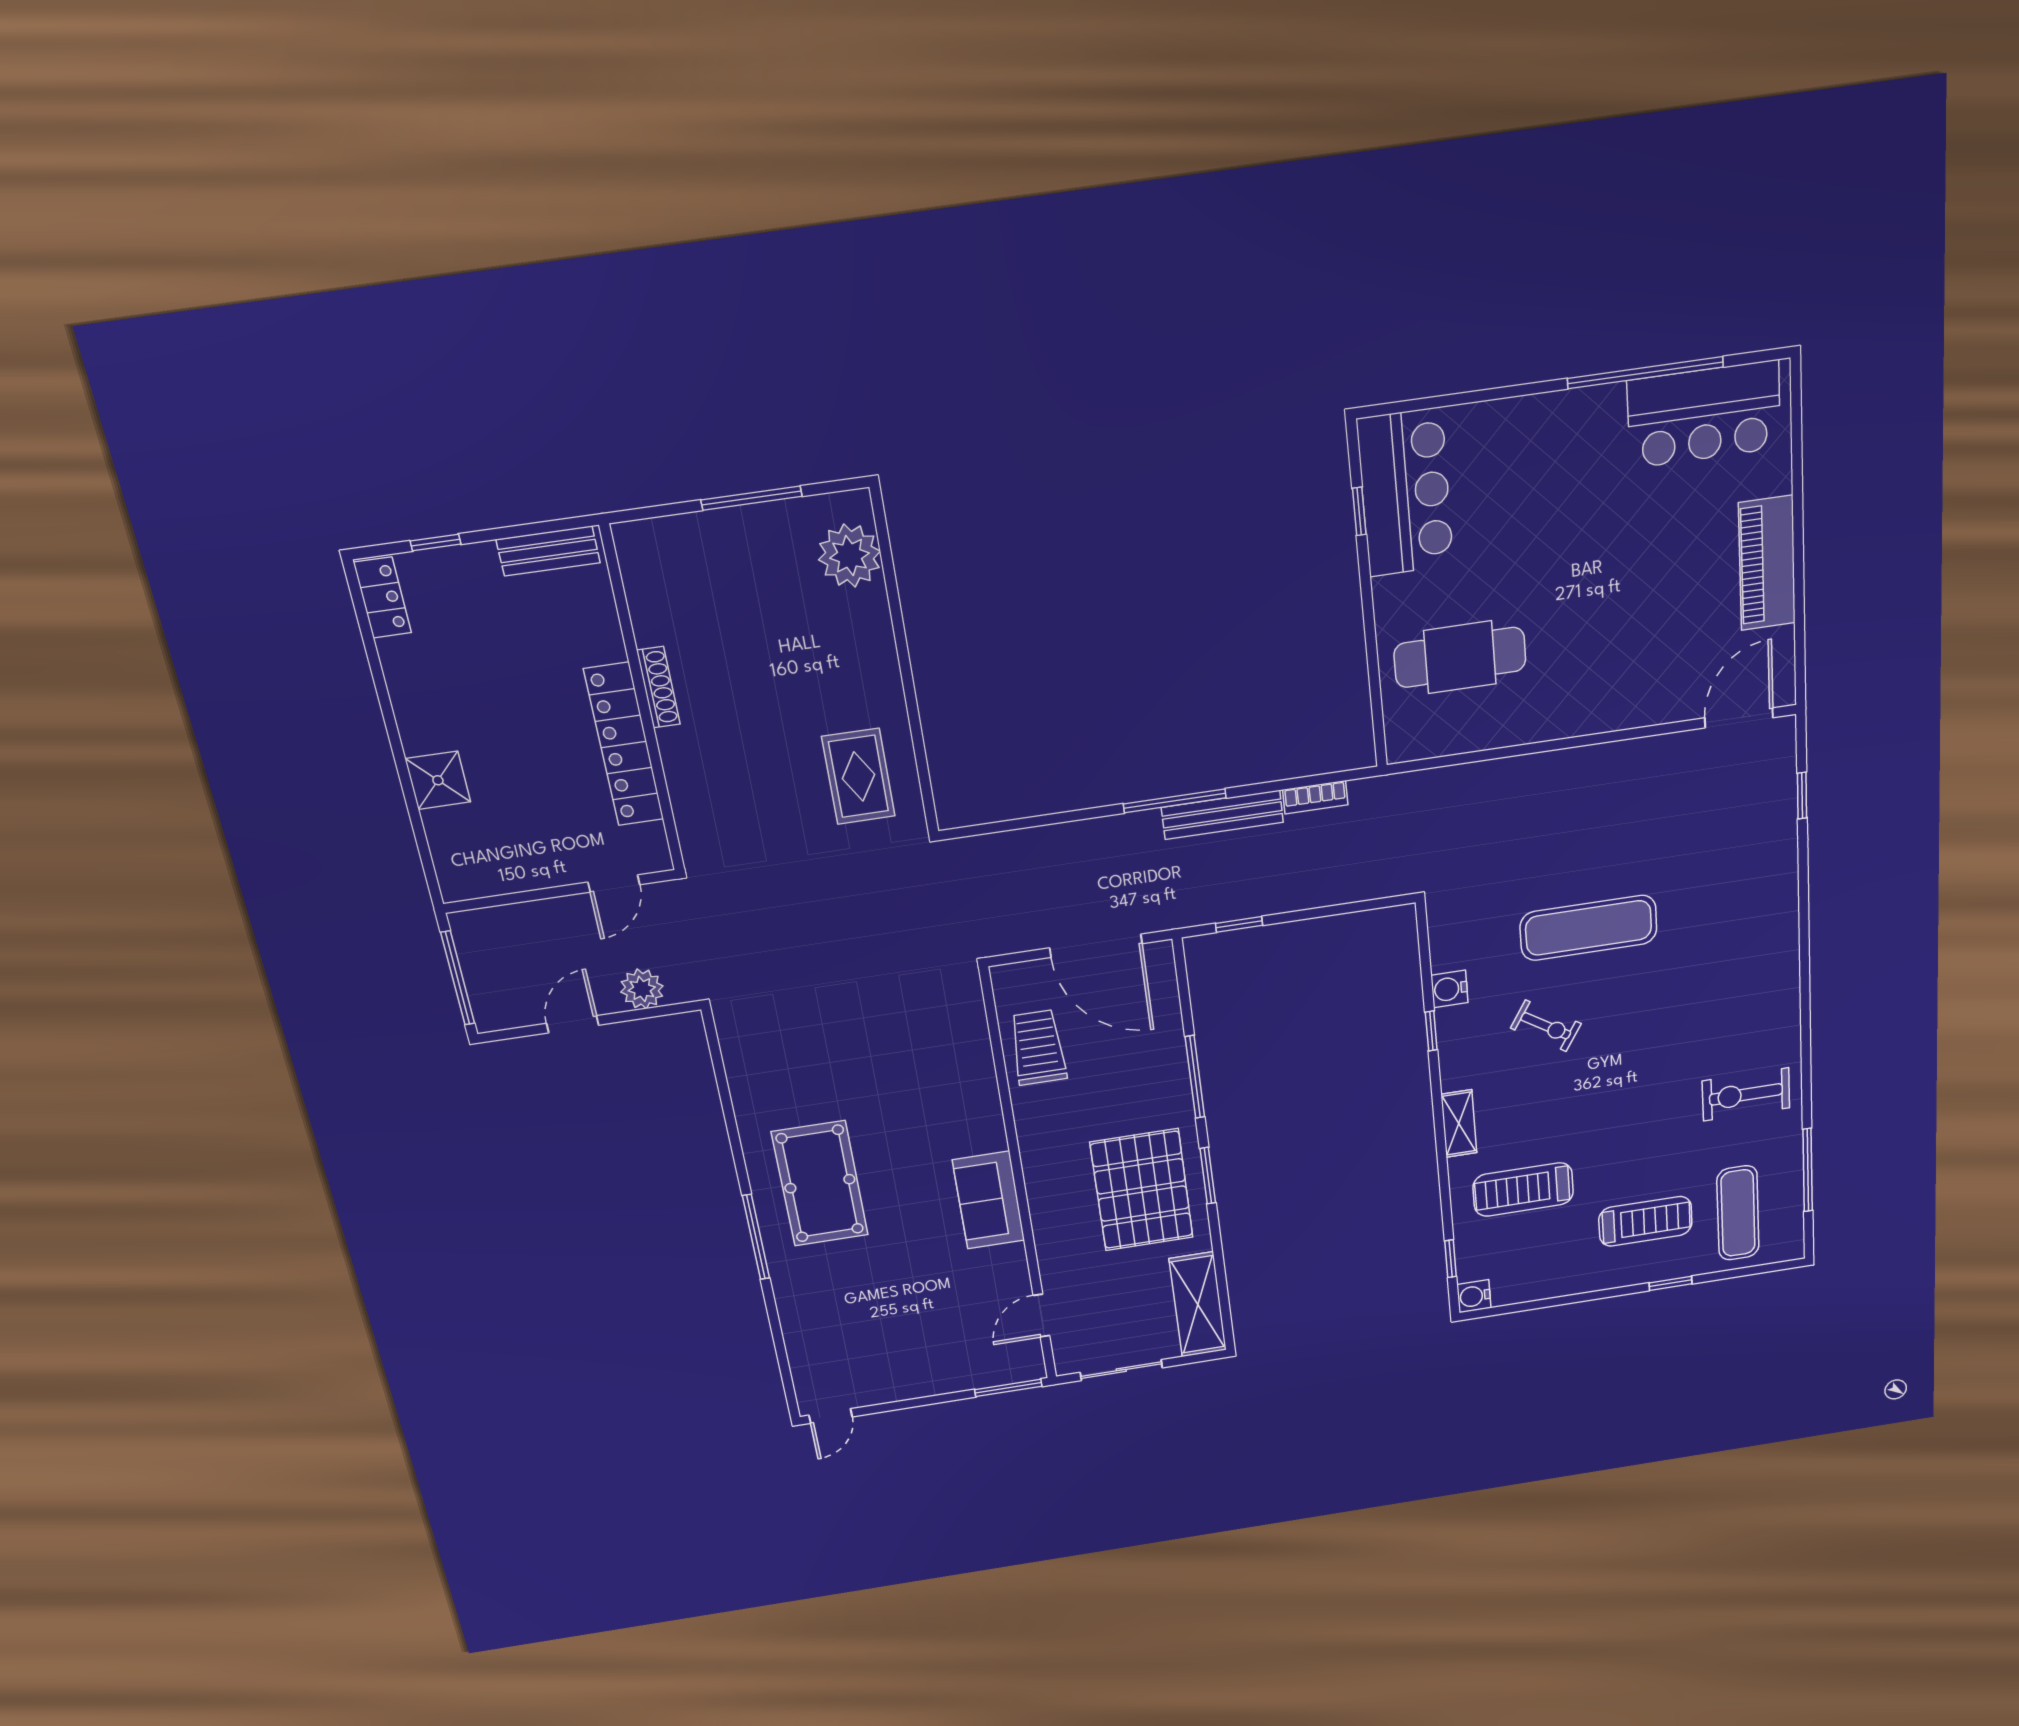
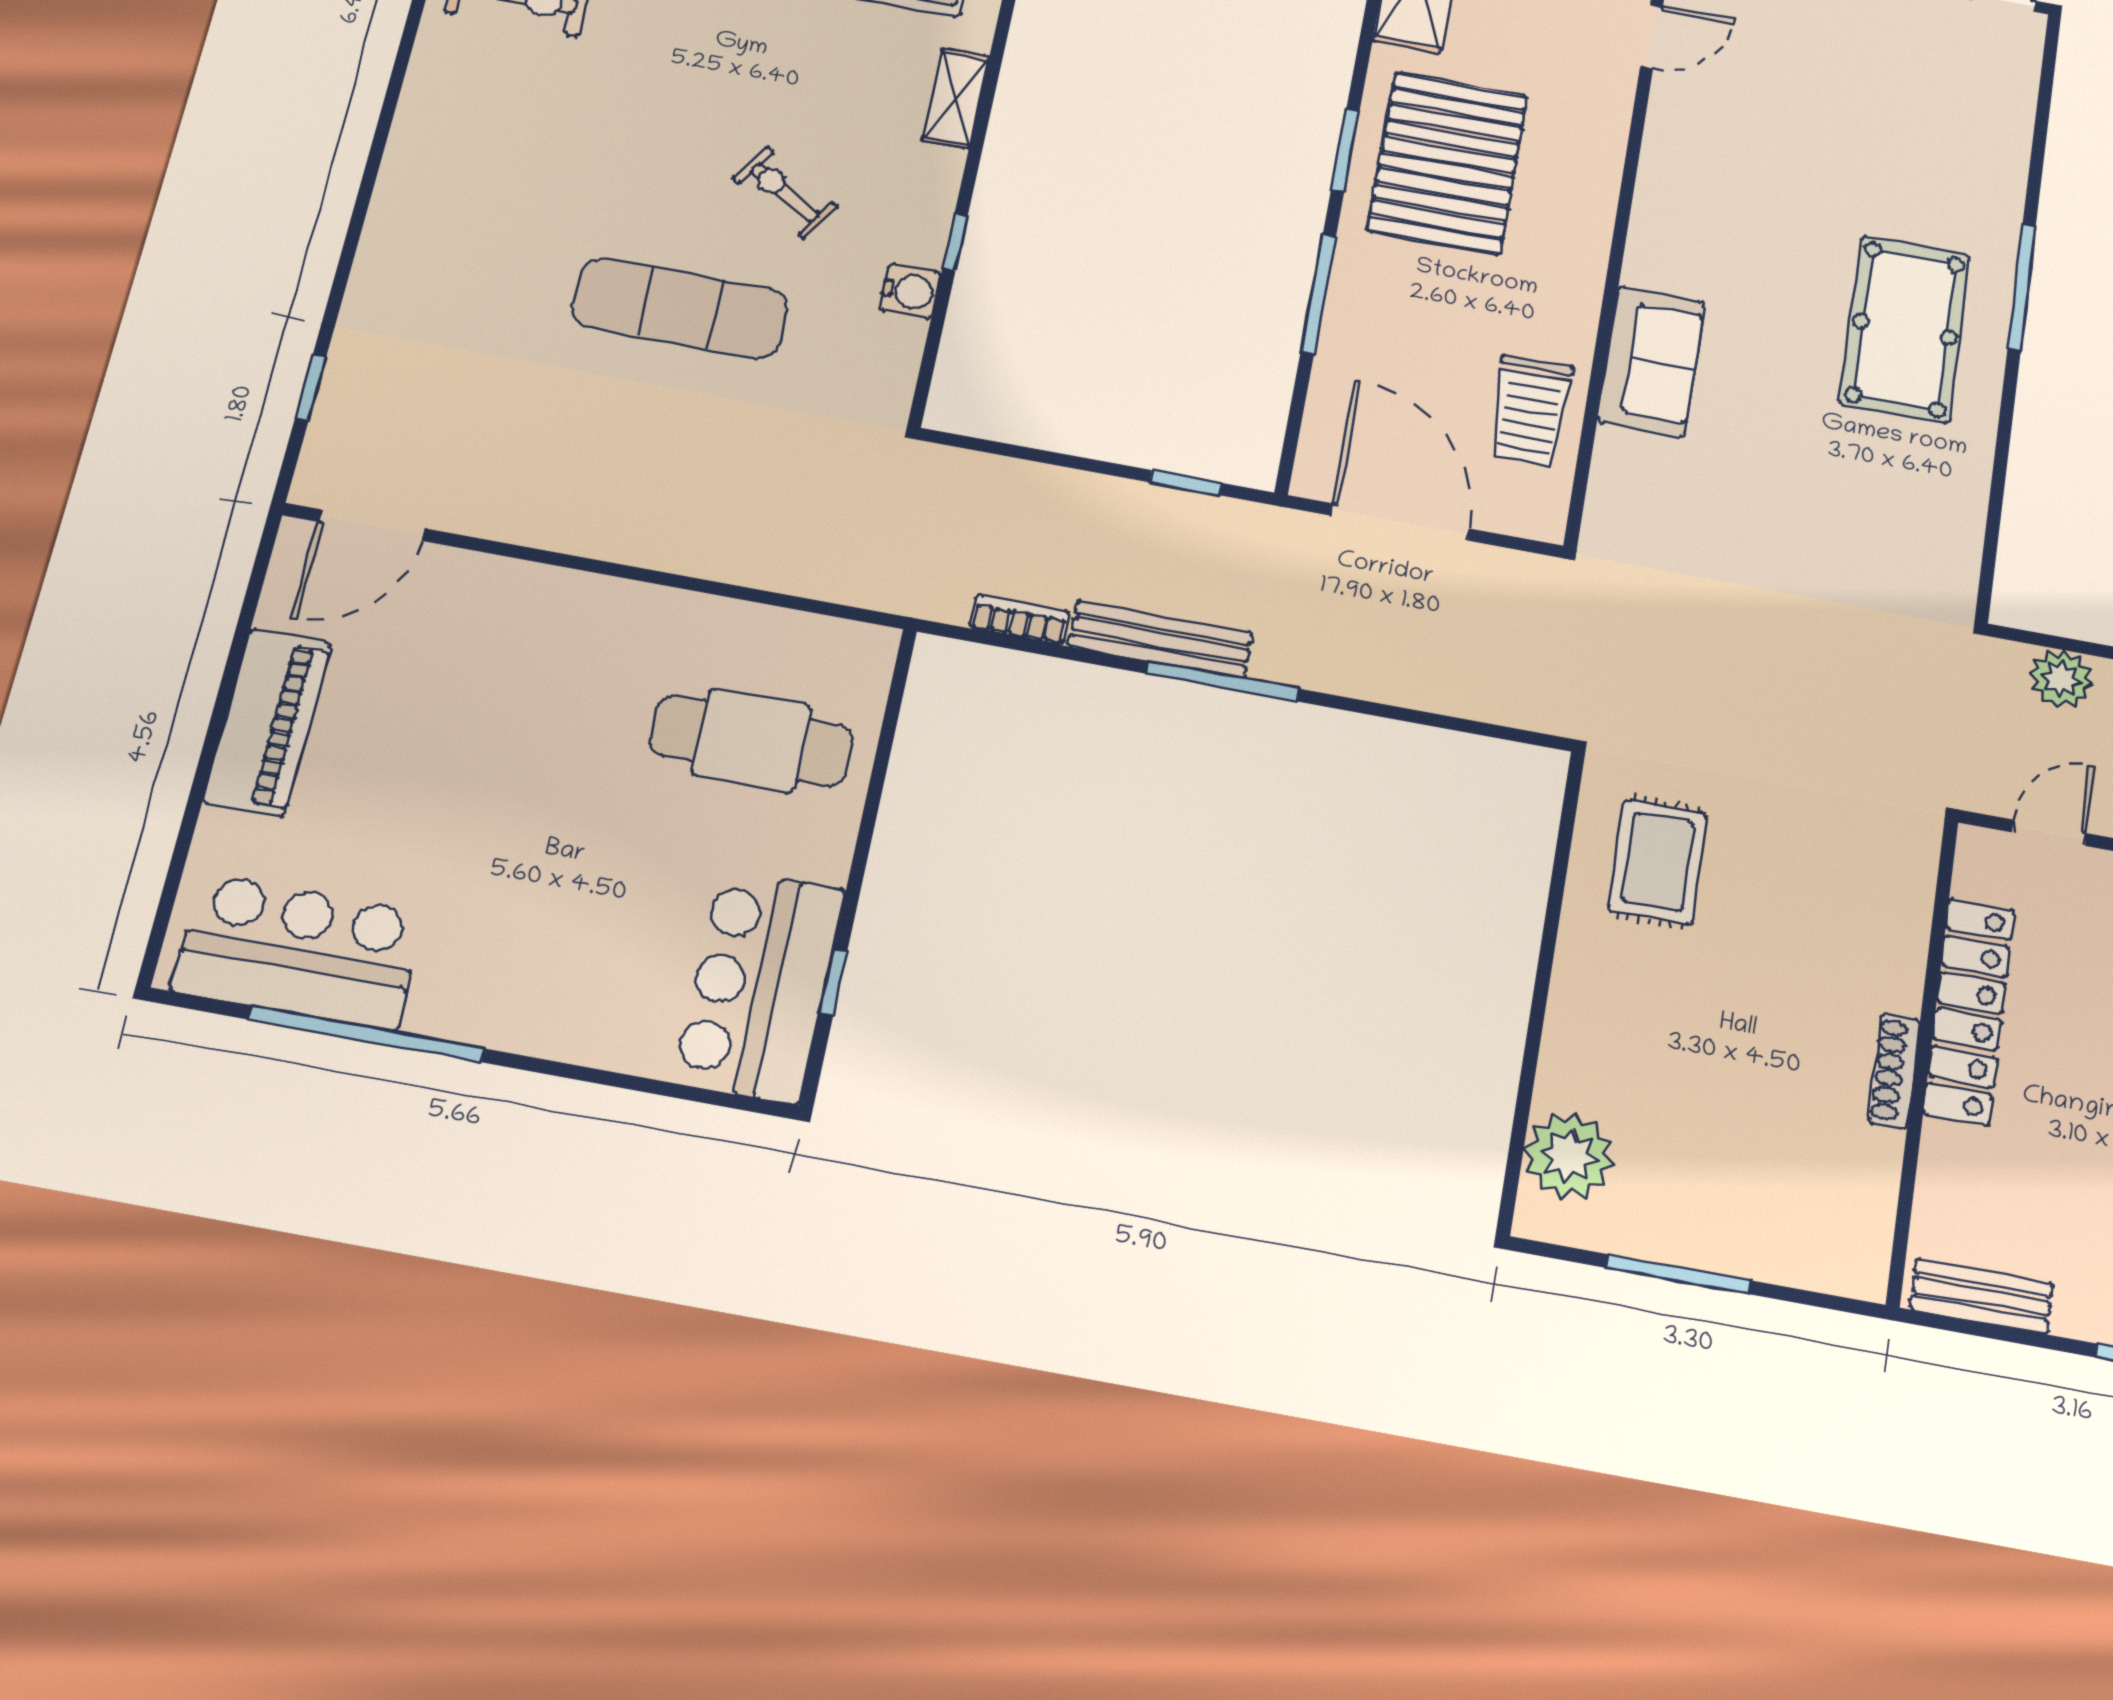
sofa: (989, 1200) -> (1651, 362), moved

